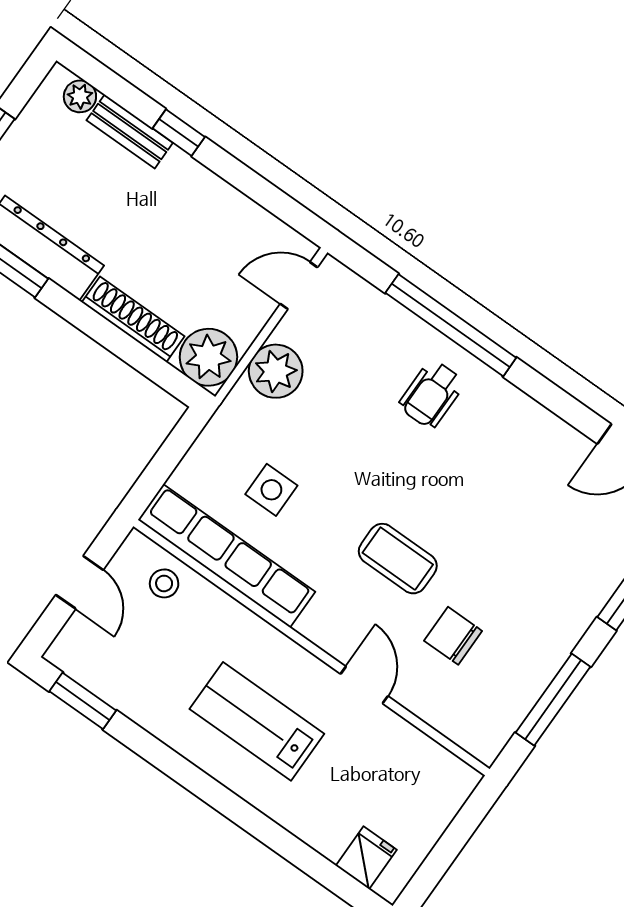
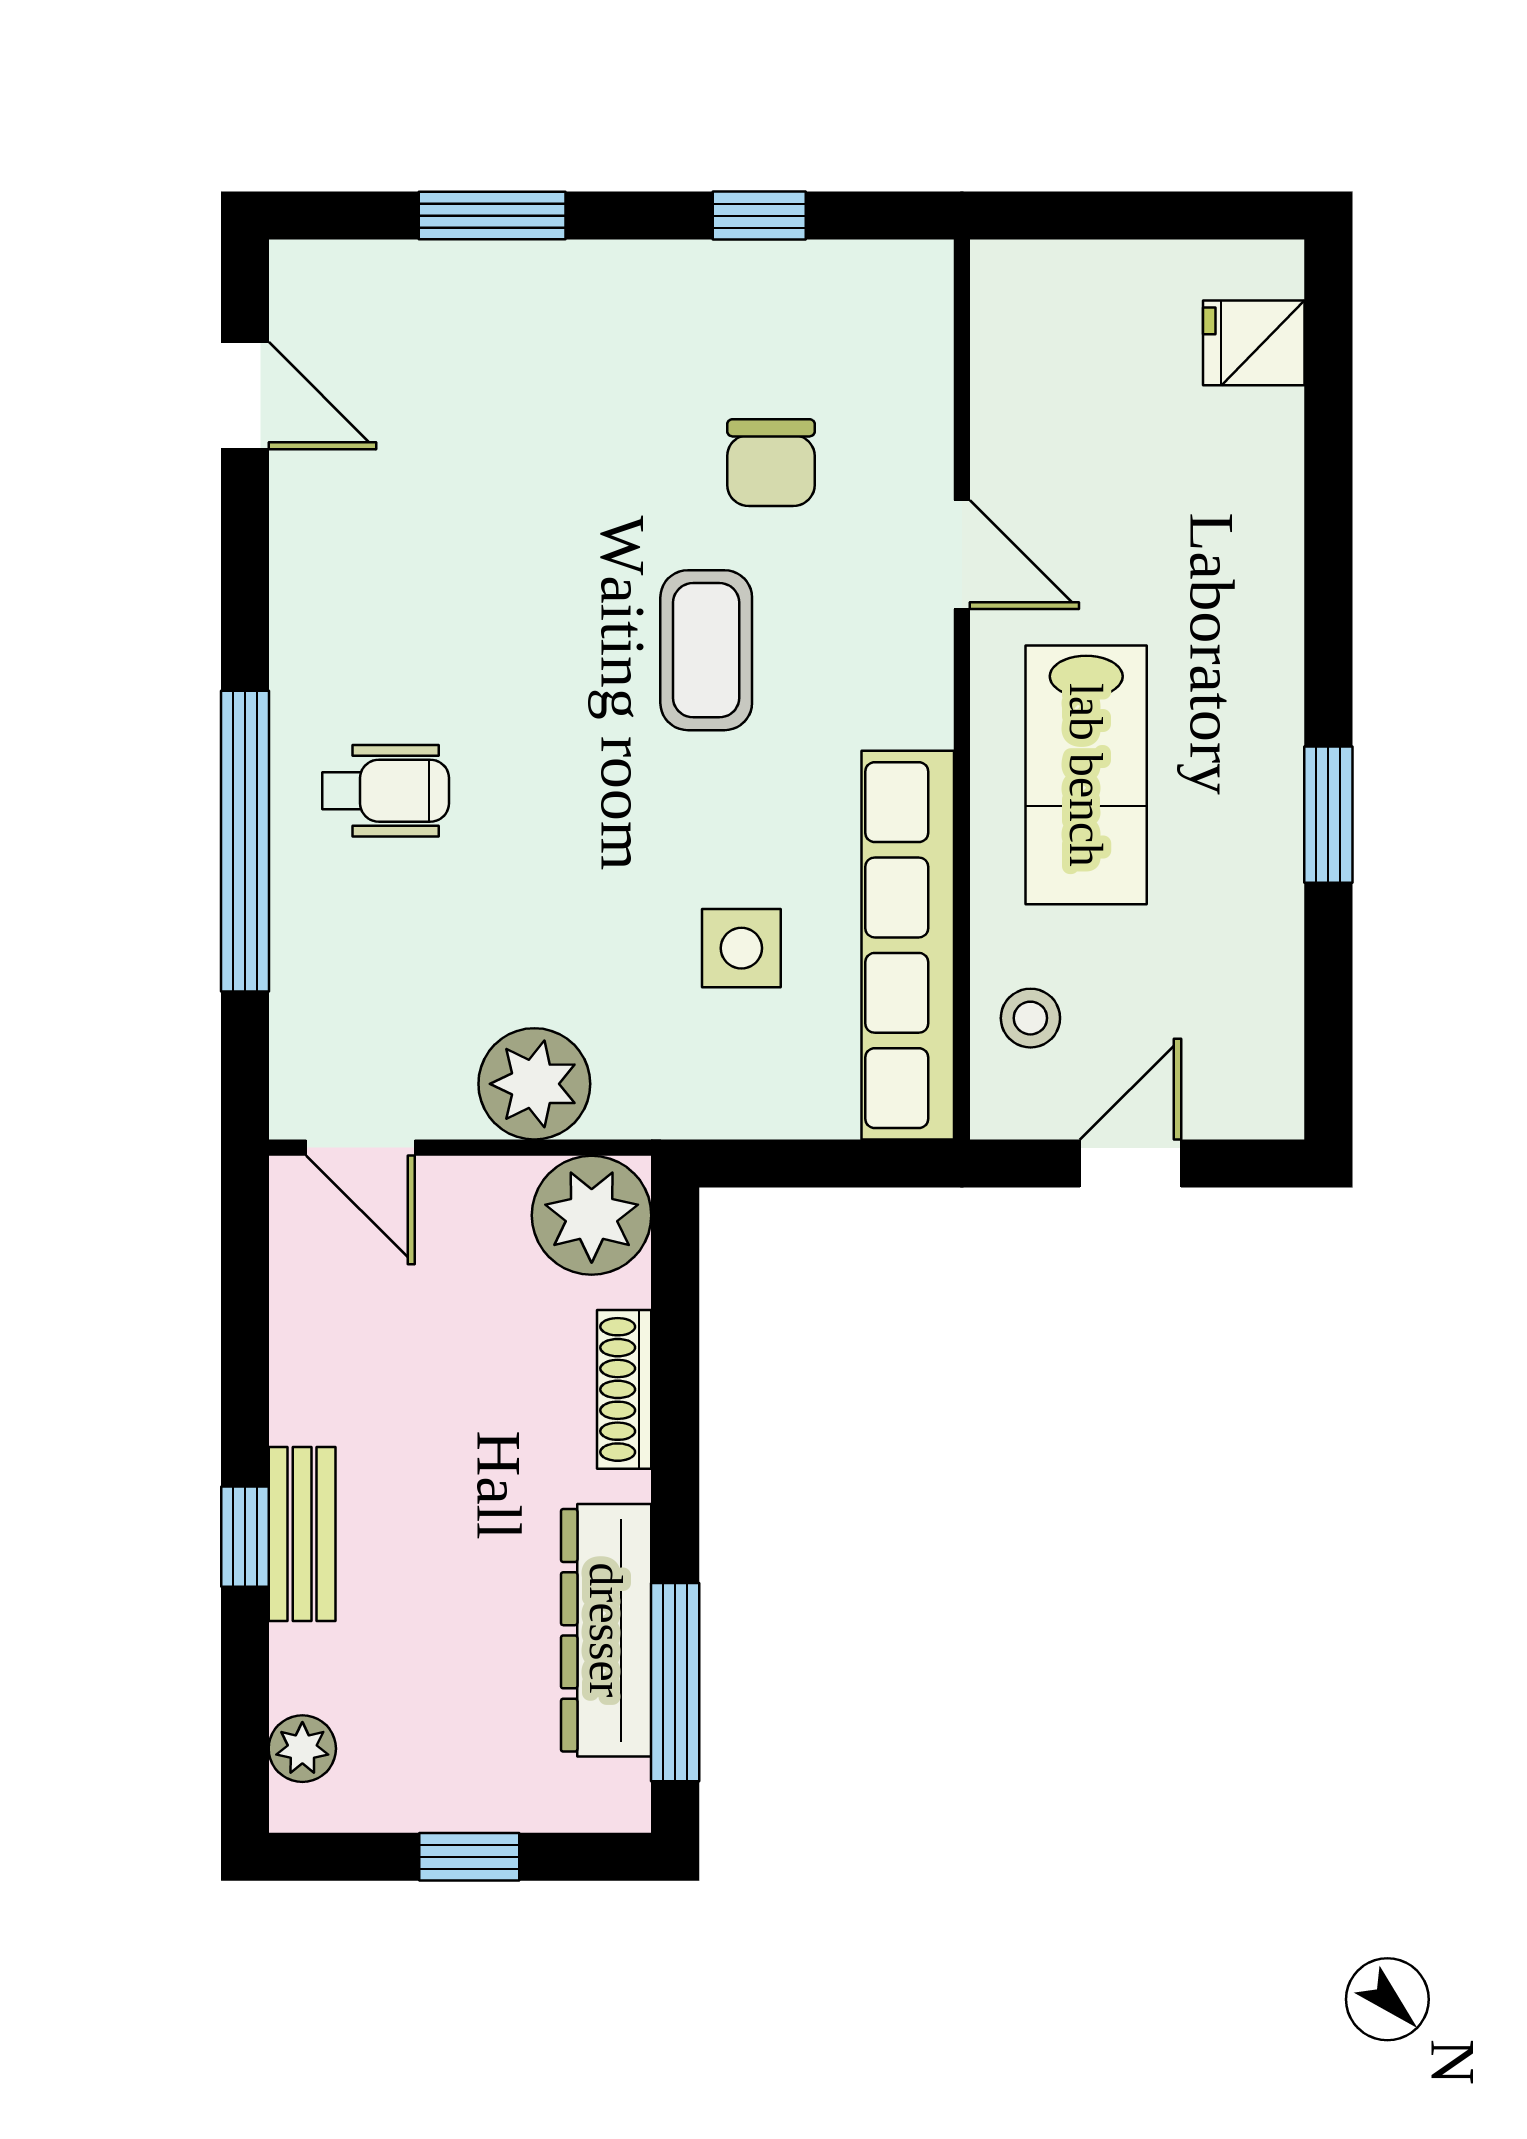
bench: (130, 131) -> (302, 1534), moved
shoe rack: (133, 319) -> (624, 1389), width x0.74, depth x0.81
door: (364, 685) -> (962, 555), swing flipped
window: (553, 700) -> (759, 216), width x0.46
window: (83, 701) -> (1328, 815), moved
lab bench: (257, 721) -> (1086, 775), moved

